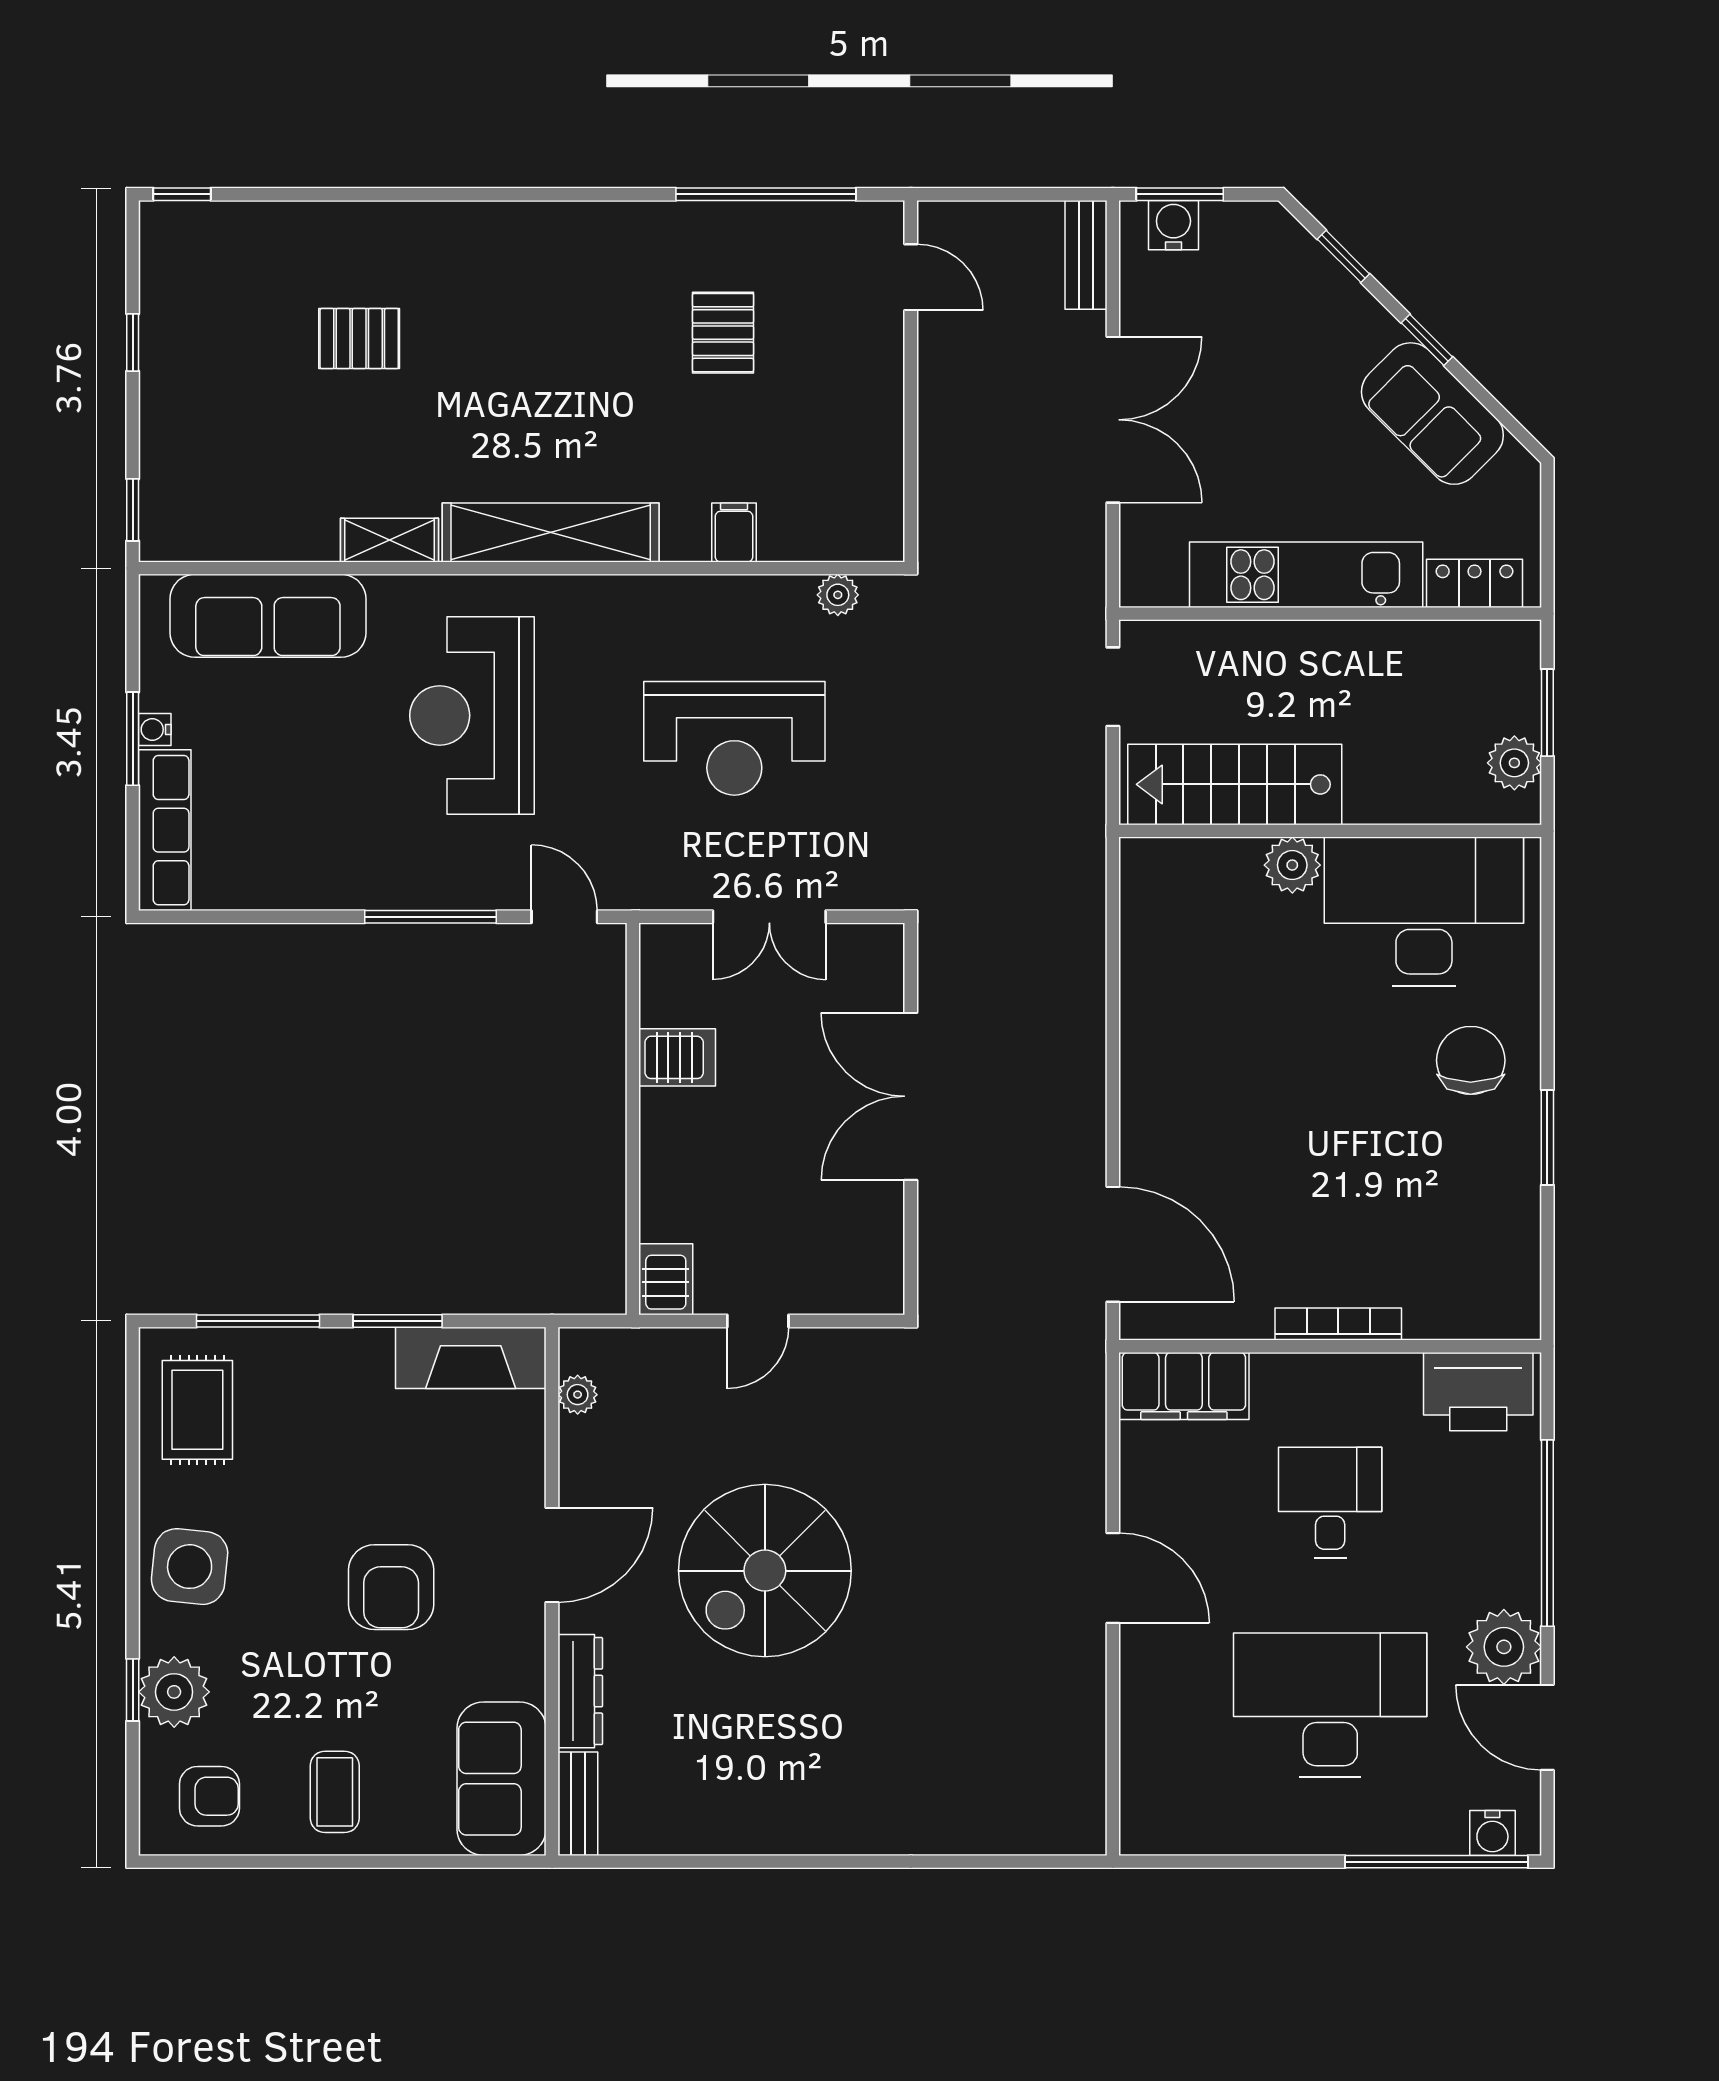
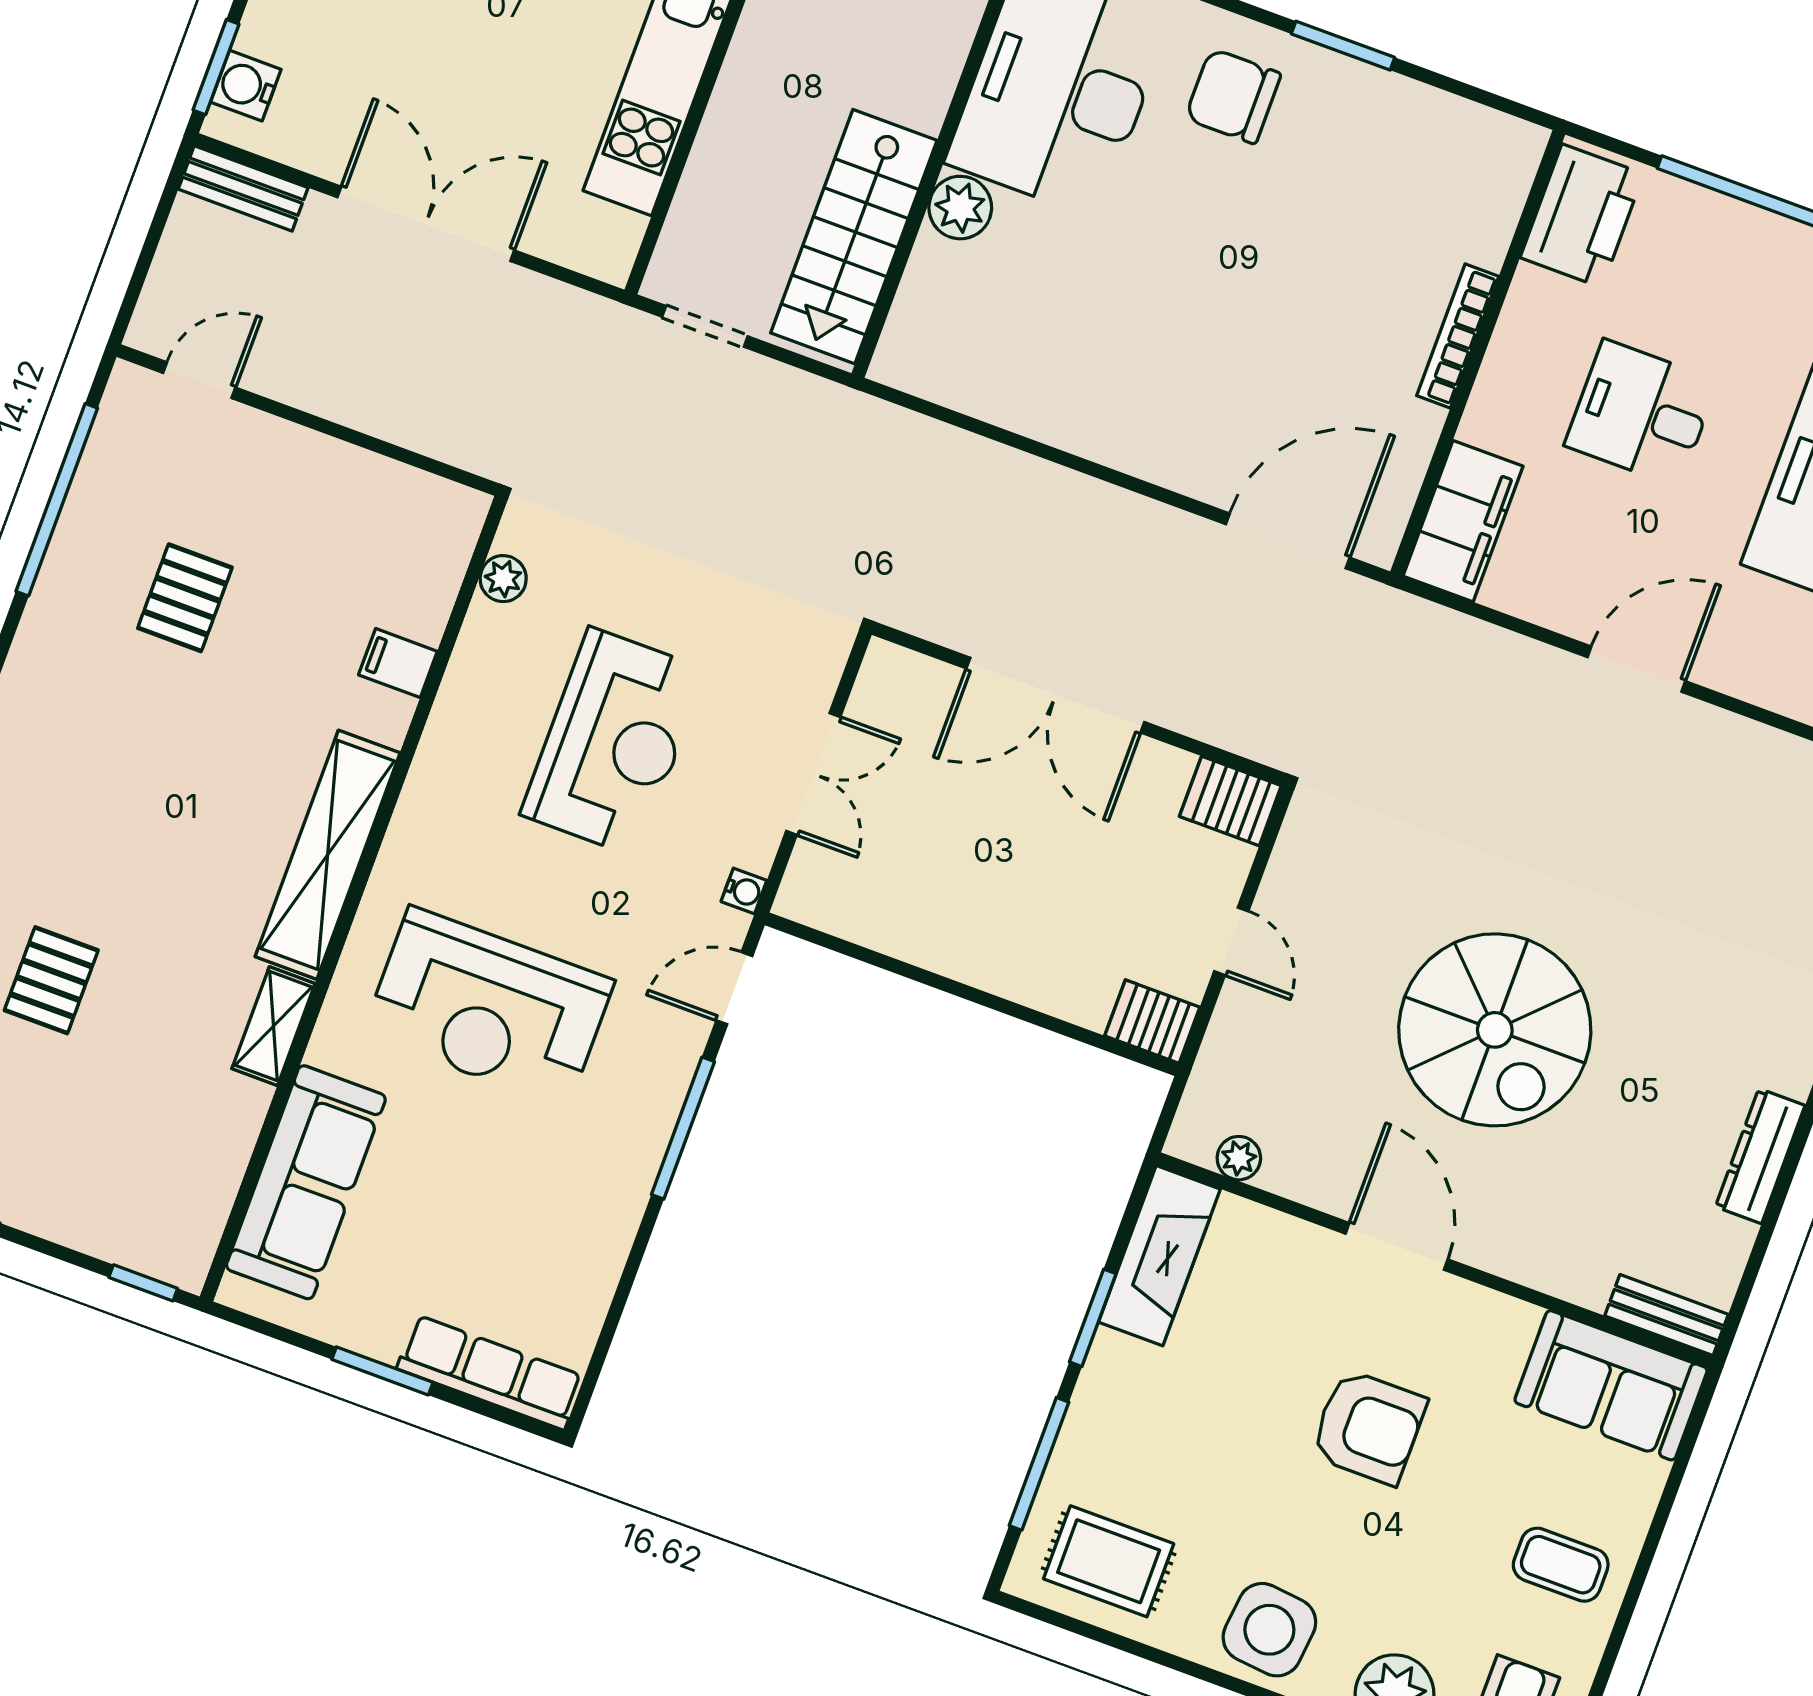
pallet: (723, 333) -> (185, 598), turned 90
water cooler: (155, 730) -> (744, 891), moved, turned -90
server rack: (677, 1057) -> (1230, 801), moved, turned -90
dresser: (580, 1691) -> (1760, 1156), moved, turned -90

